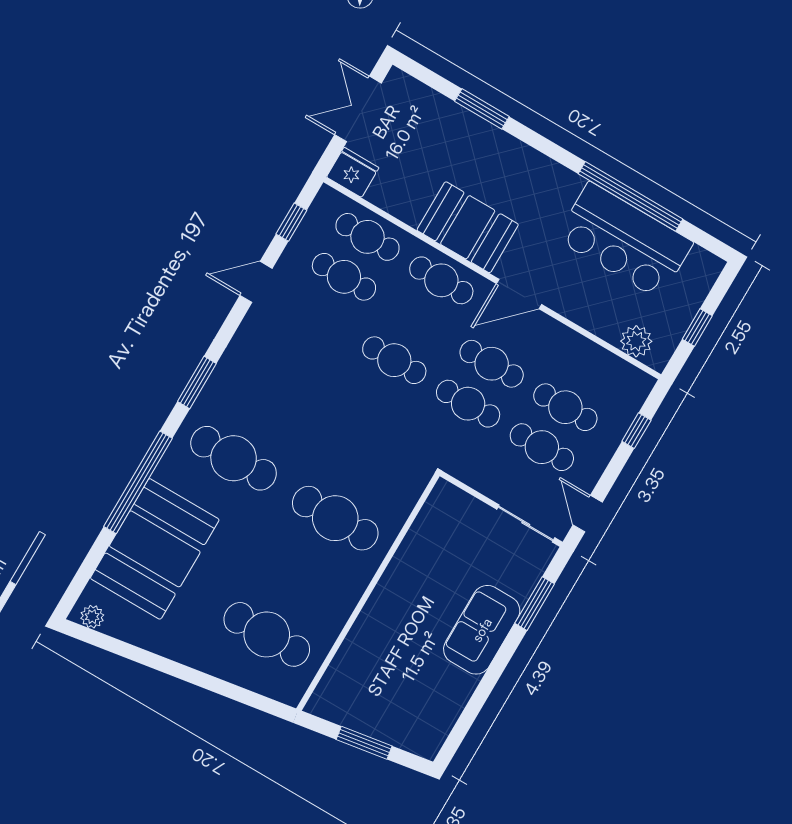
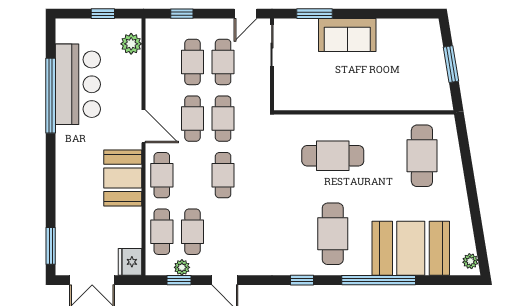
window: (482, 109) -> (51, 246), moved
plant: (306, 236) -> (182, 267), added
window: (197, 383) -> (302, 280), width x0.67
cafe table: (335, 518) -> (333, 156), turned 90

